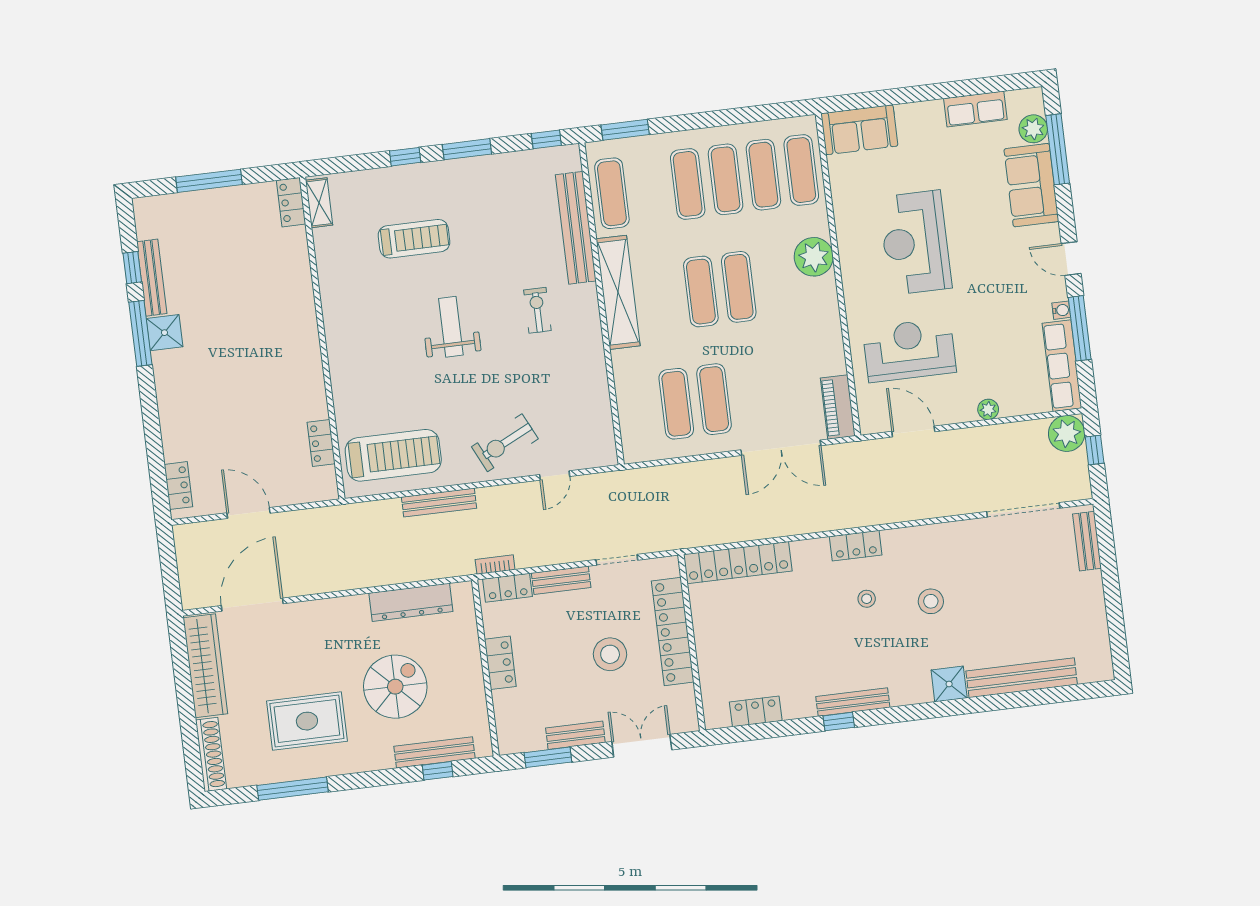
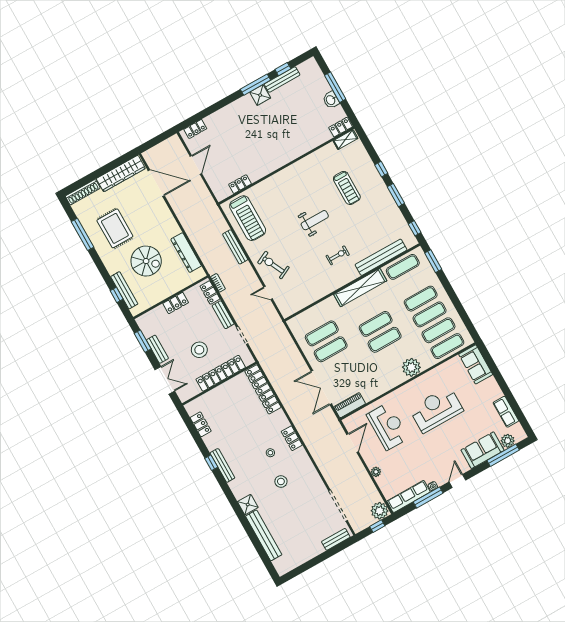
washbasin: (231, 199) -> (331, 100), added

